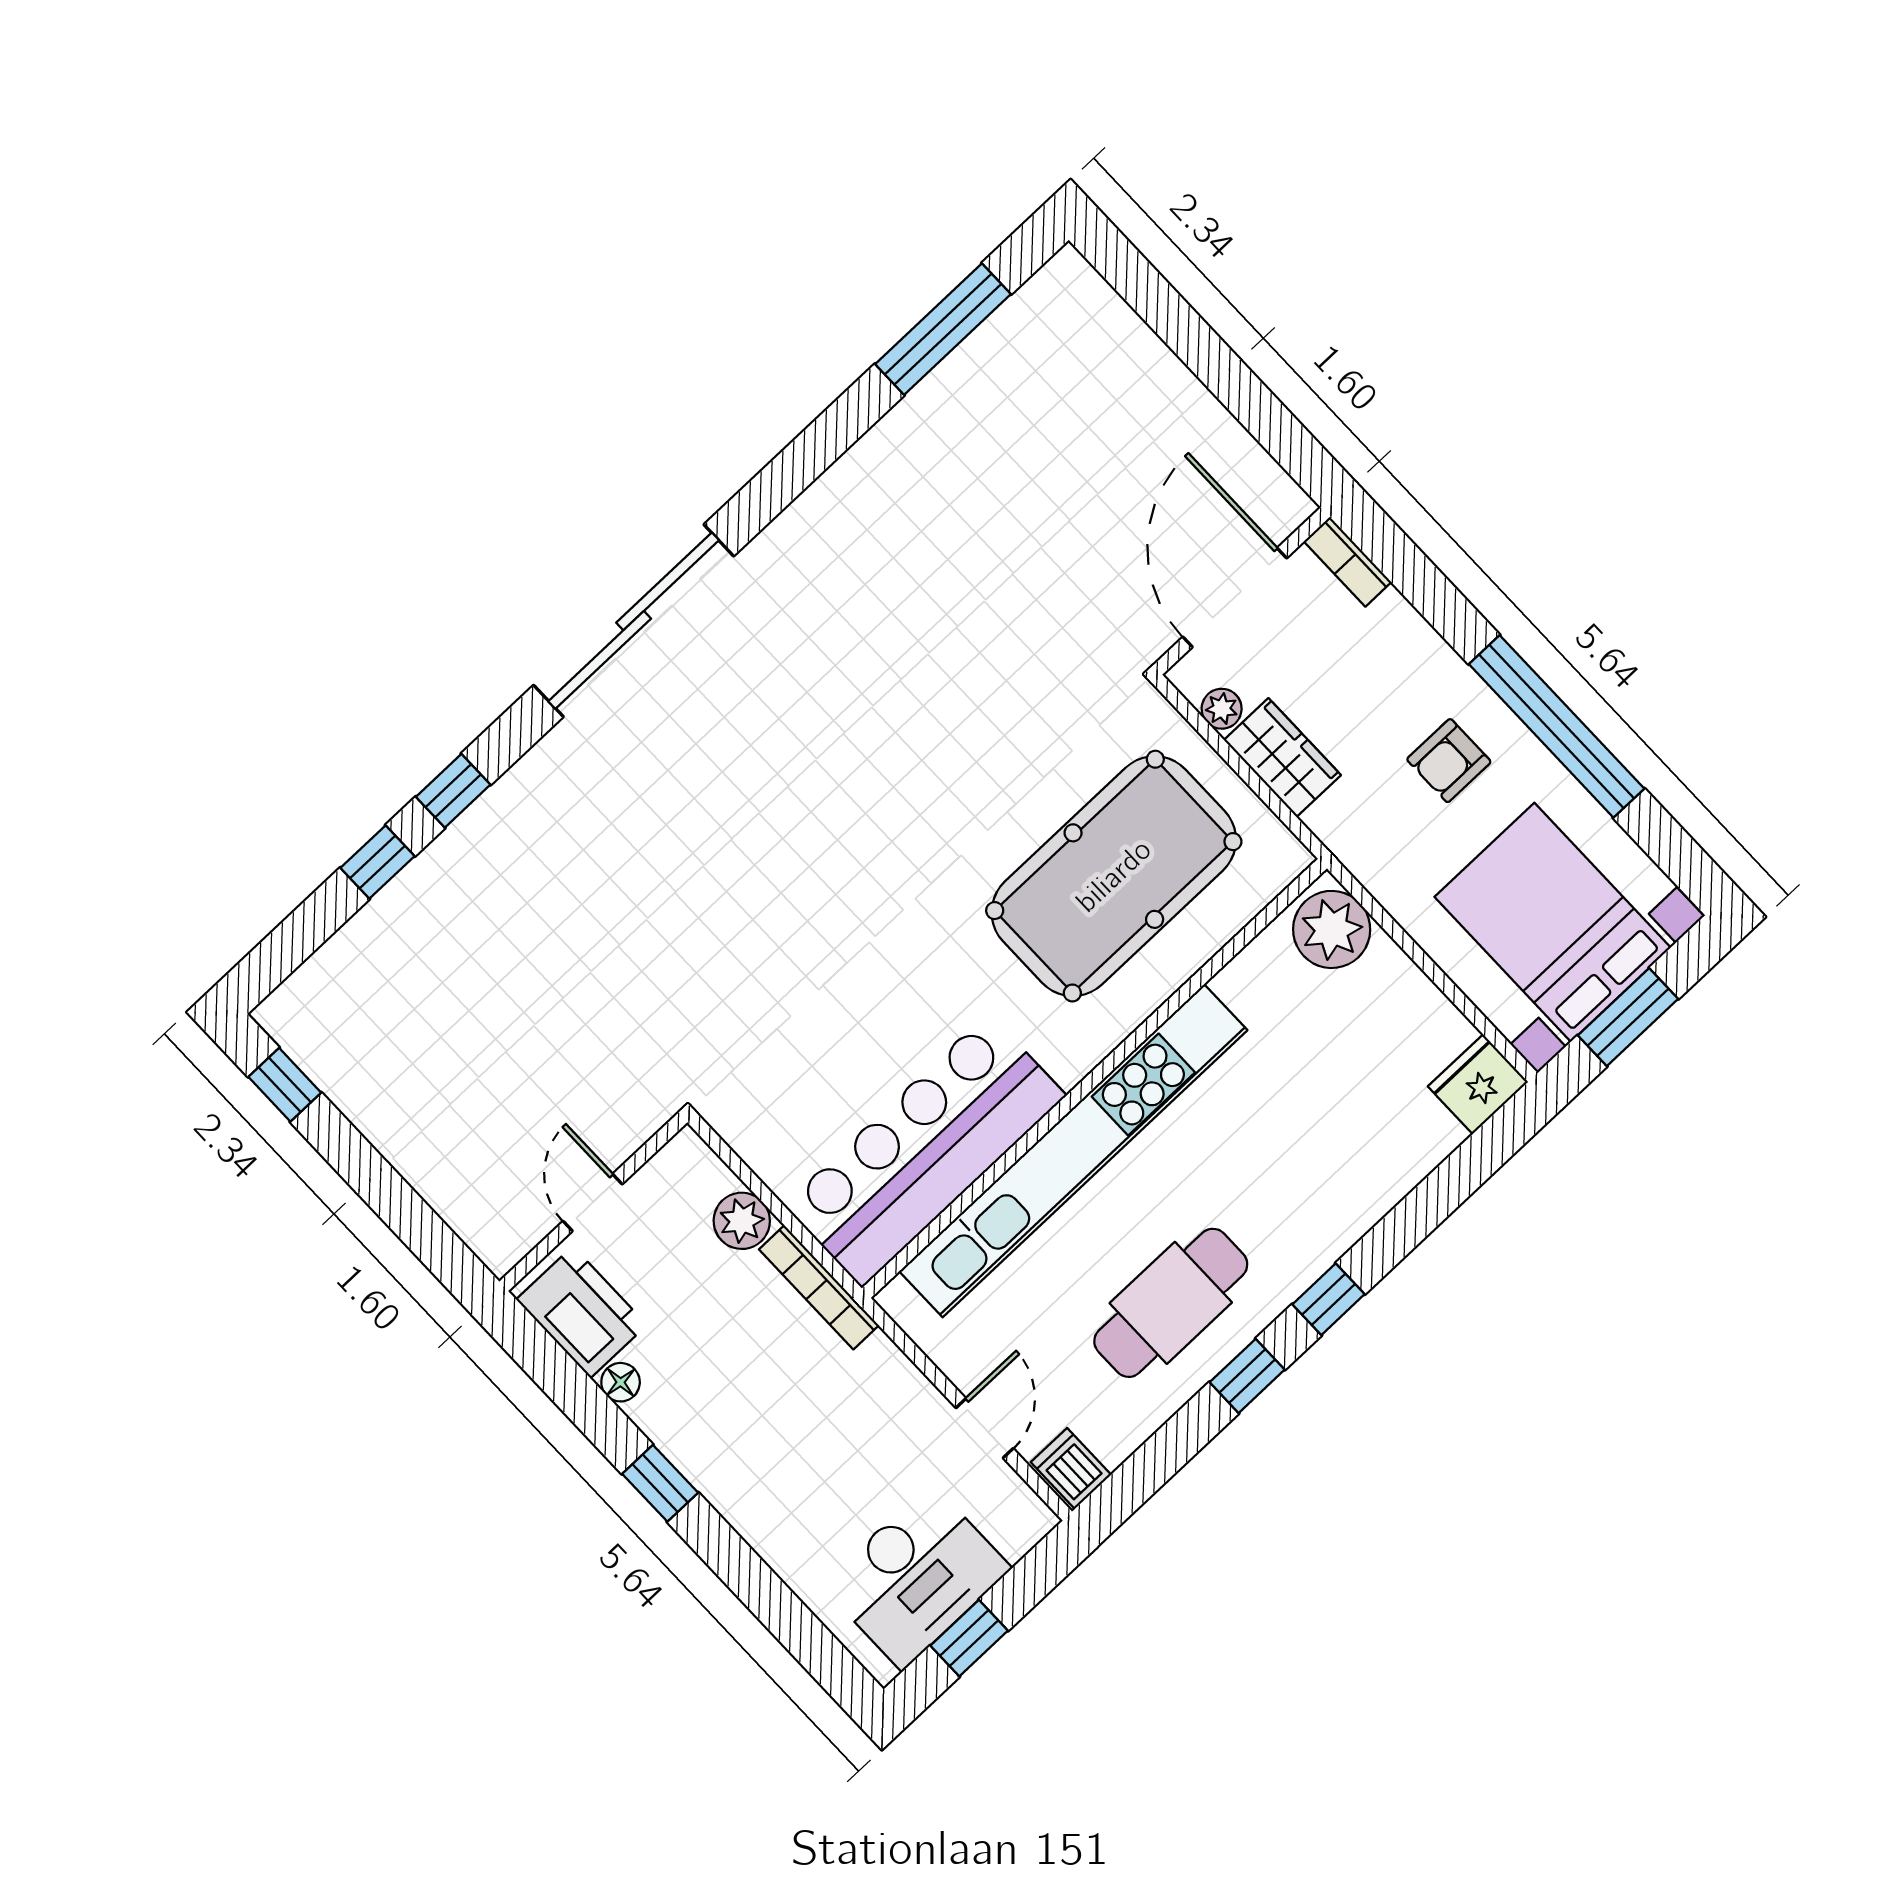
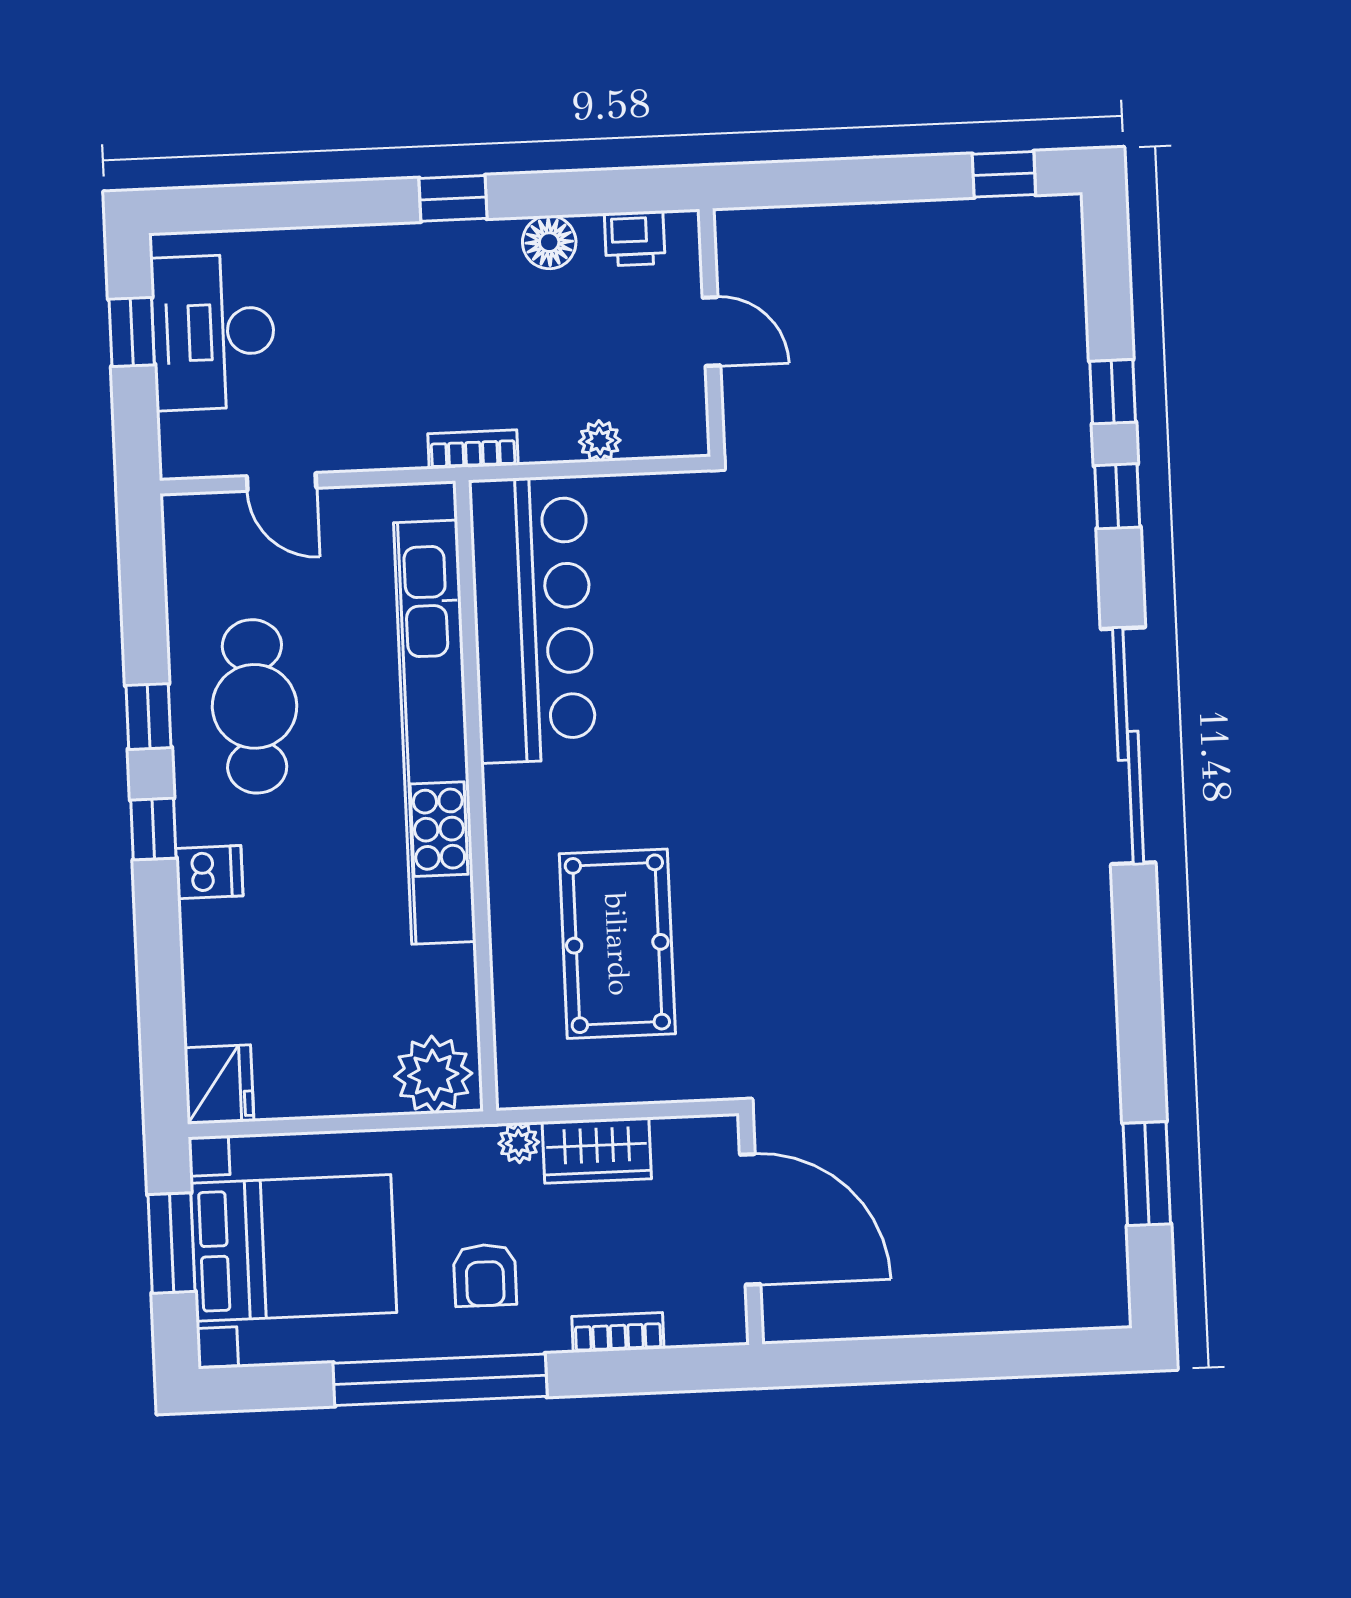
window: (943, 329) -> (1147, 1174), width x0.69
bookcase: (1348, 562) -> (618, 1333), moved
plant: (1222, 709) -> (519, 1143), moved
armchair: (1449, 761) -> (485, 1275), turned 180
pool table: (1114, 876) -> (617, 944), width x0.73, depth x0.76
plant: (742, 1221) -> (600, 441), width x0.73, depth x0.73
bookcase: (819, 1287) -> (473, 449), width x0.64
printer: (582, 1312) -> (635, 238), width x0.53, depth x0.68
floor lamp: (621, 1382) -> (549, 242), width x1.37, depth x1.37
dishwasher: (1071, 1469) -> (209, 872), moved

